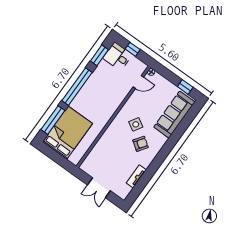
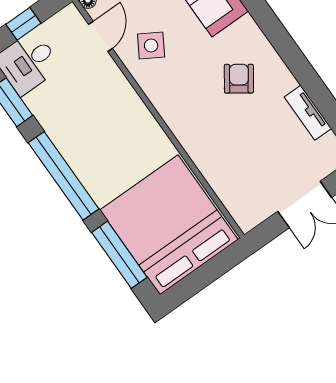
side table: (136, 124) -> (151, 45), moved
bed: (67, 133) -> (169, 225), width x1.36

